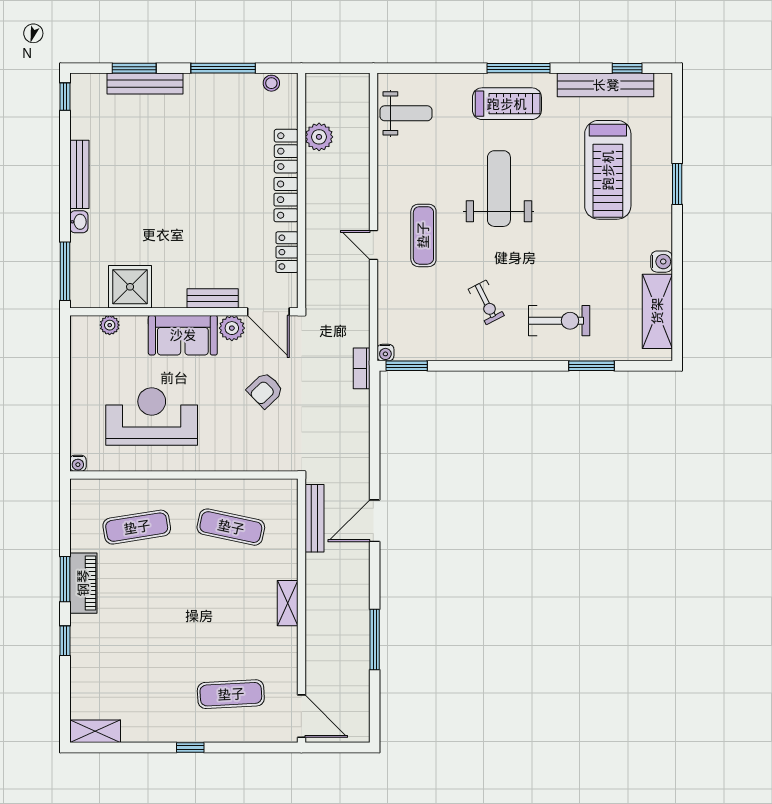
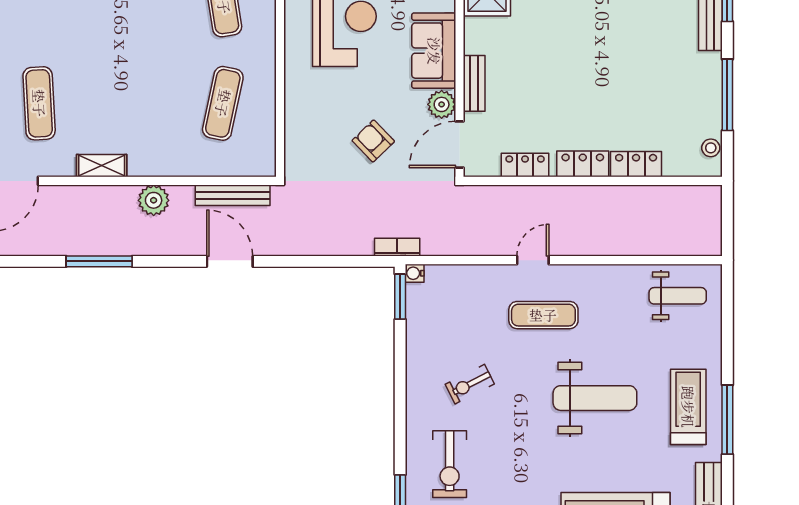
treadmill: (507, 104) -> (688, 407), turned 180
weight bench: (406, 113) -> (678, 296), turned -90
plant: (319, 137) -> (154, 200), moved
shelving: (288, 603) -> (102, 166), moved

